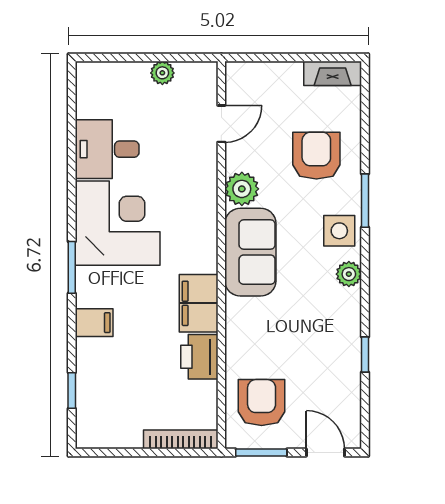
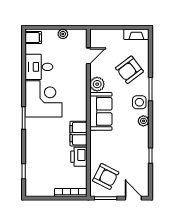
armchair: (316, 156) -> (129, 70), turned -127
filing cabinet: (94, 323) -> (33, 38), moved
armchair: (262, 403) -> (106, 176), turned 117

